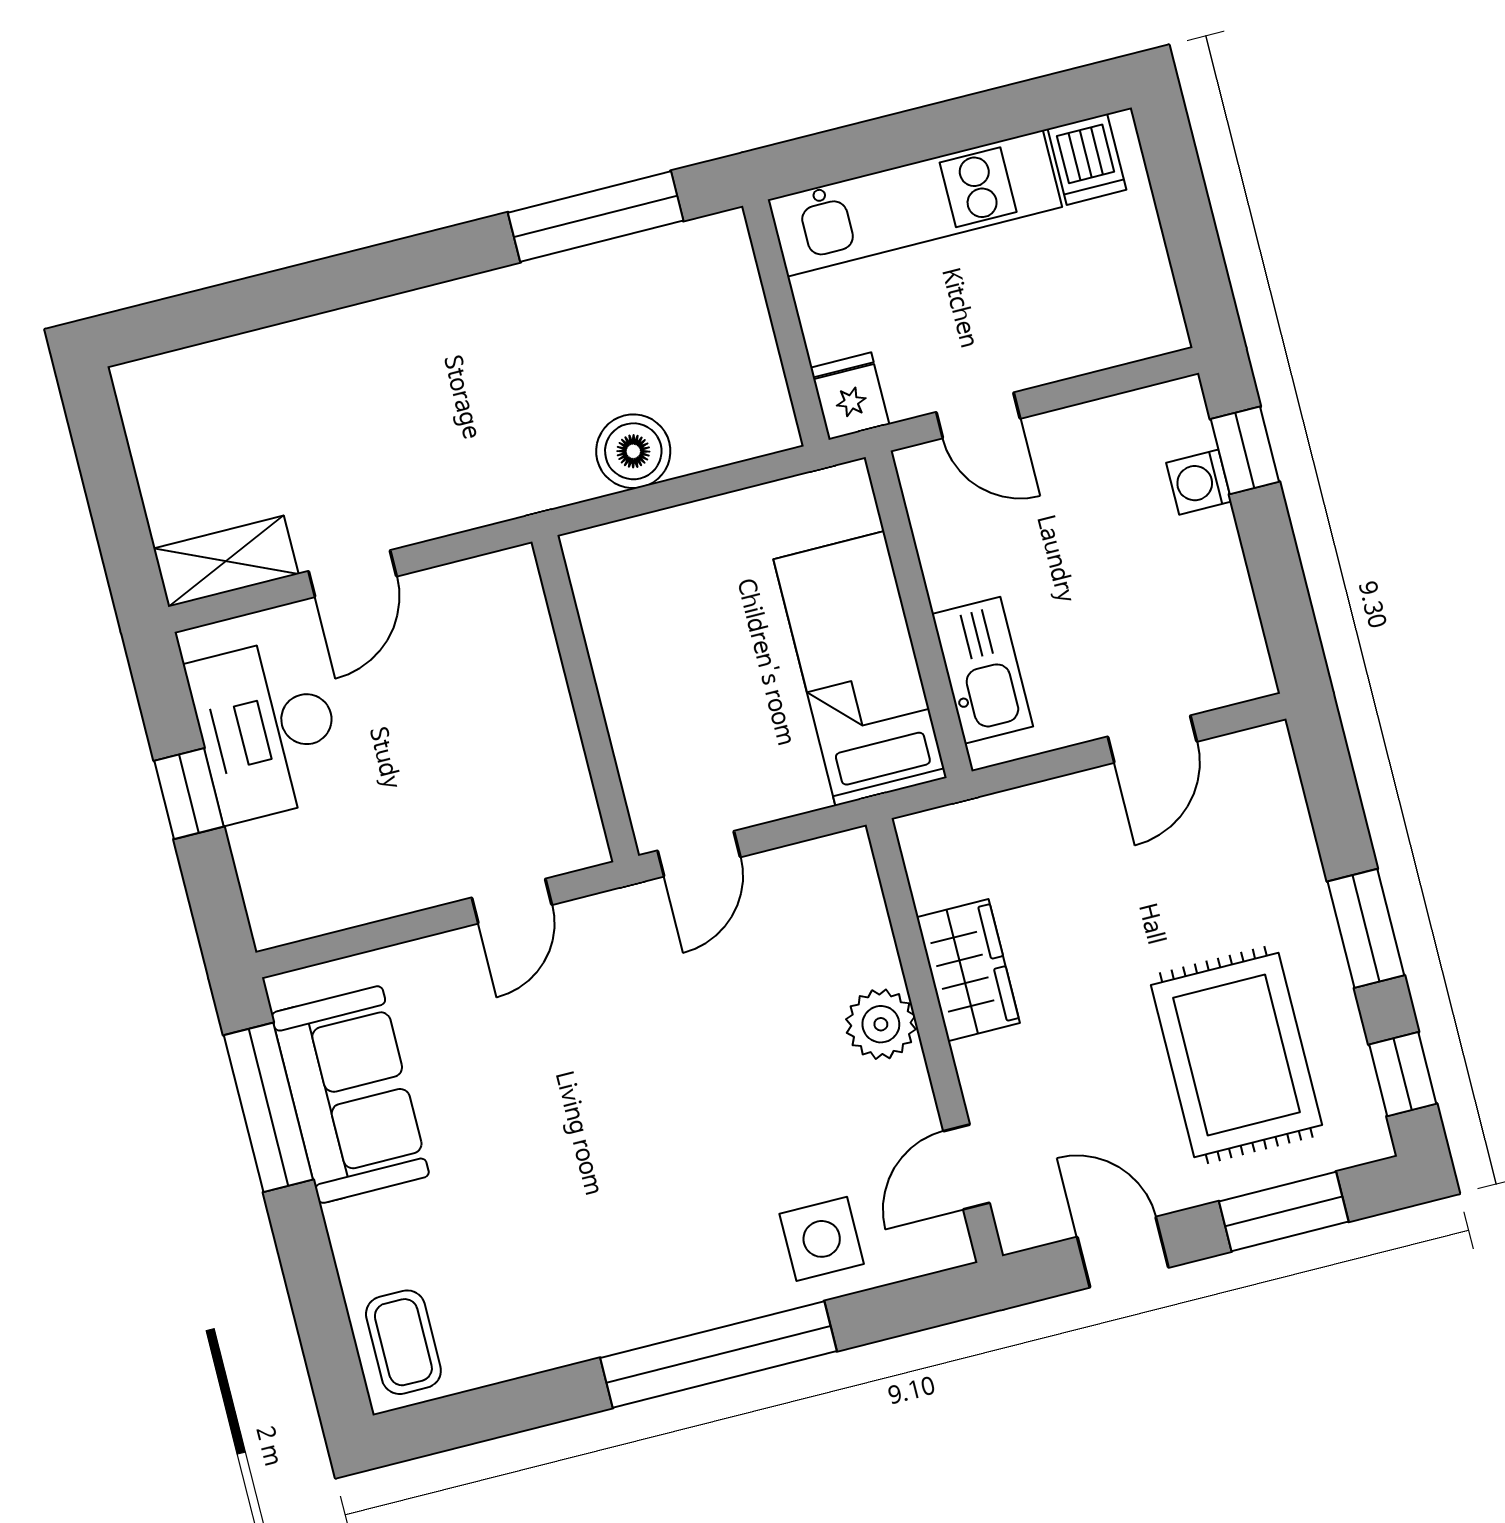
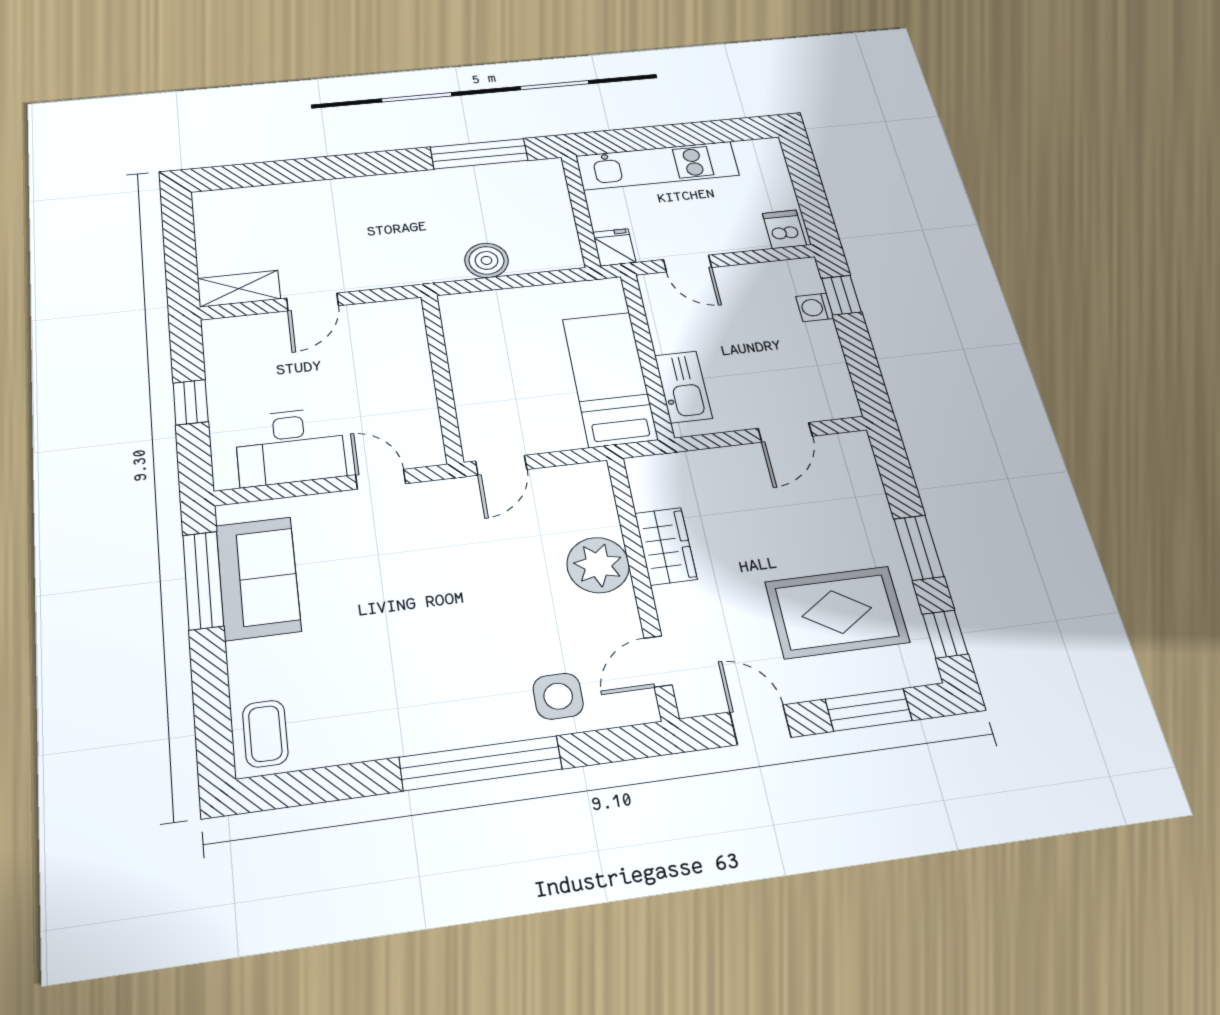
dishwasher: (1087, 159) -> (784, 229), moved, turned 180
desk: (267, 729) -> (290, 447), moved, turned -90
door: (512, 901) -> (381, 479), swing flipped
plant: (881, 1024) -> (598, 565), width x1.36, depth x1.36
rug: (1236, 1055) -> (837, 612), turned 90

